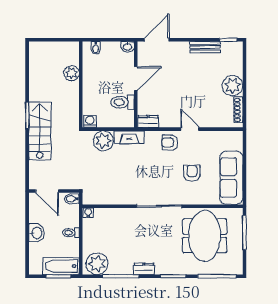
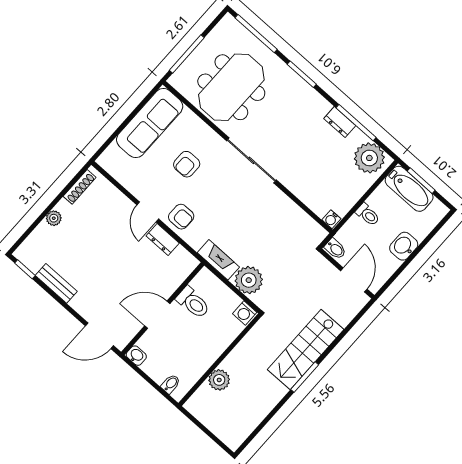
plant: (233, 86) -> (54, 218), width x0.53, depth x0.53
dresser: (148, 121) -> (163, 239), moved
dresser: (144, 269) -> (340, 122), moved

